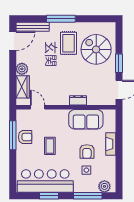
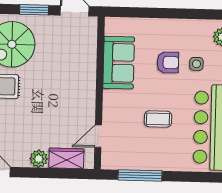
dresser: (78, 100) -> (89, 74), removed
armchair: (25, 137) -> (143, 157), removed
fireplace: (111, 144) -> (157, 26), removed

